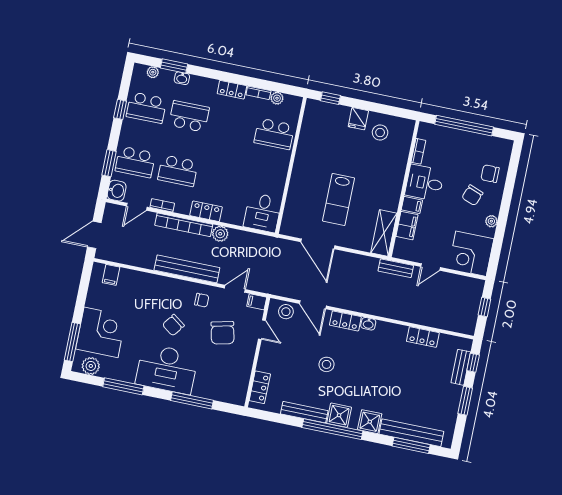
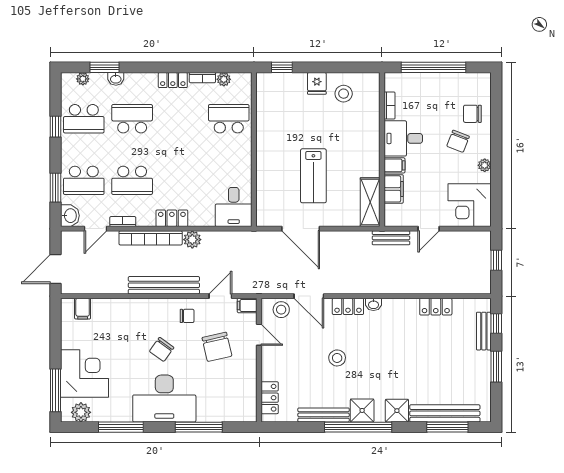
school desk: (274, 134) -> (229, 119), turned 180

